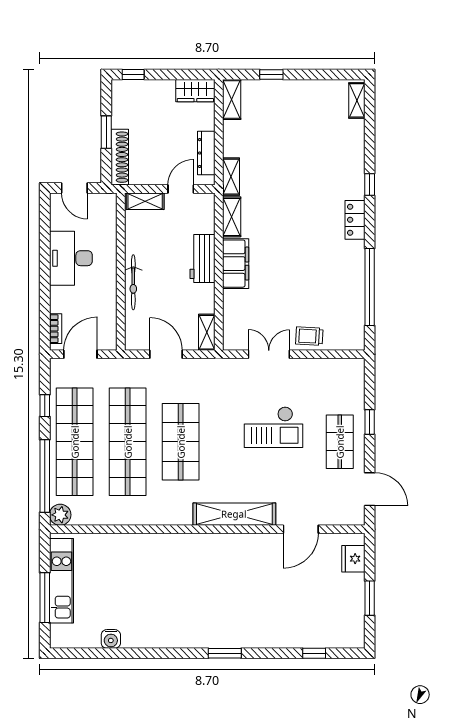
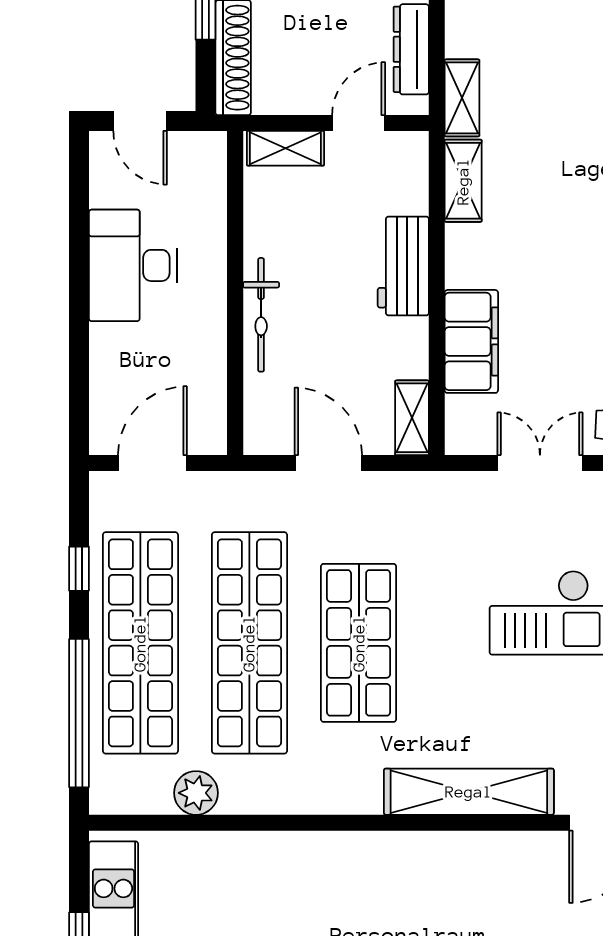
filing cabinet: (236, 264) -> (471, 341), moved
bookcase: (56, 329) -> (101, 410), removed
plant: (60, 515) -> (196, 793), moved

